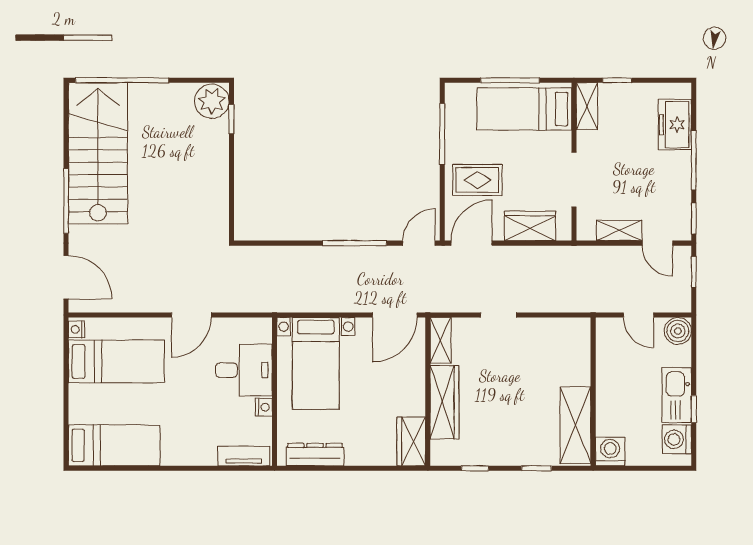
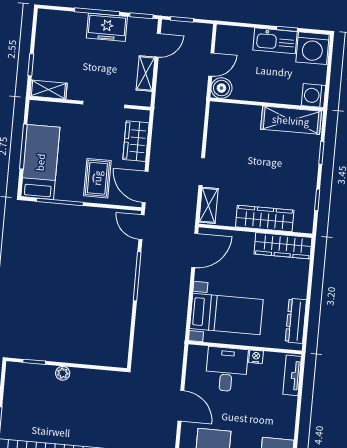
plant: (212, 101) -> (63, 373), moved, width x0.53, depth x0.53
bed: (524, 109) -> (40, 162), moved, turned 180
freezer: (675, 125) -> (107, 27), moved
door: (395, 315) -> (195, 250), hinge flipped
boiler: (678, 331) -> (221, 88), moved
shelving: (441, 340) -> (209, 205), moved, turned 90
washing machine: (677, 439) -> (313, 48), width x1.37, depth x1.37
wardrobe: (411, 441) -> (283, 246), width x1.50

